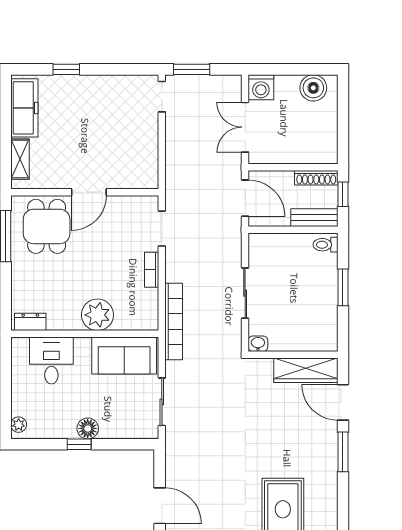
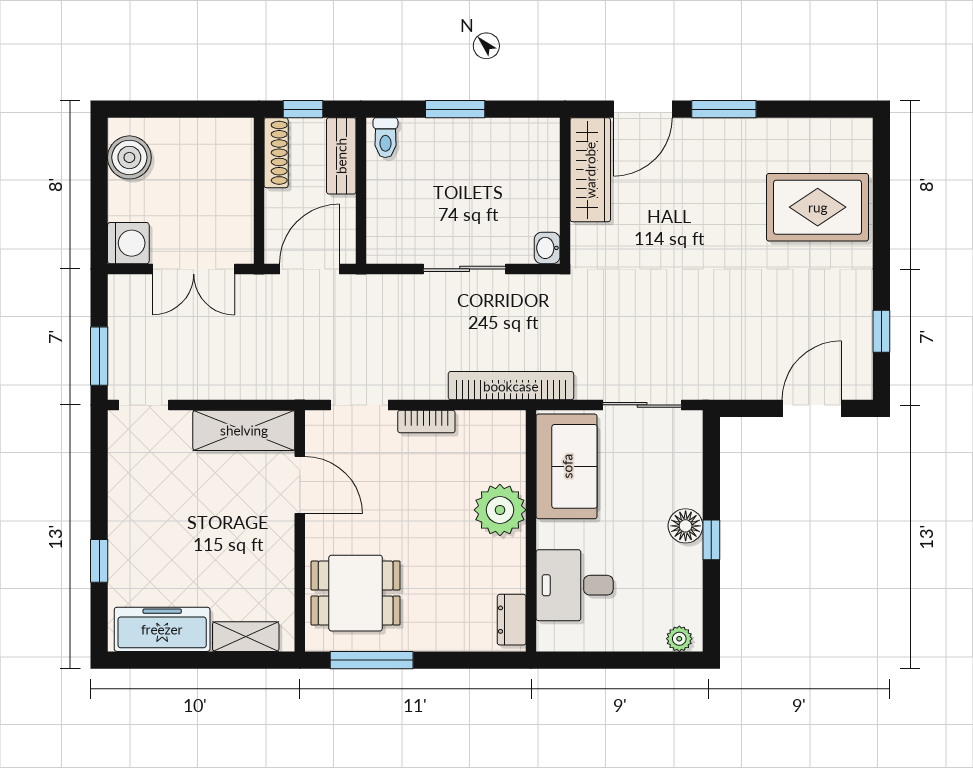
shelving: (146, 158) -> (244, 430), added
door: (89, 192) -> (300, 485), moved

